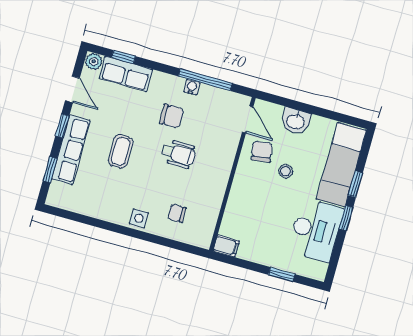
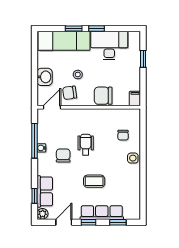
chair: (244, 200) -> (103, 96), added

